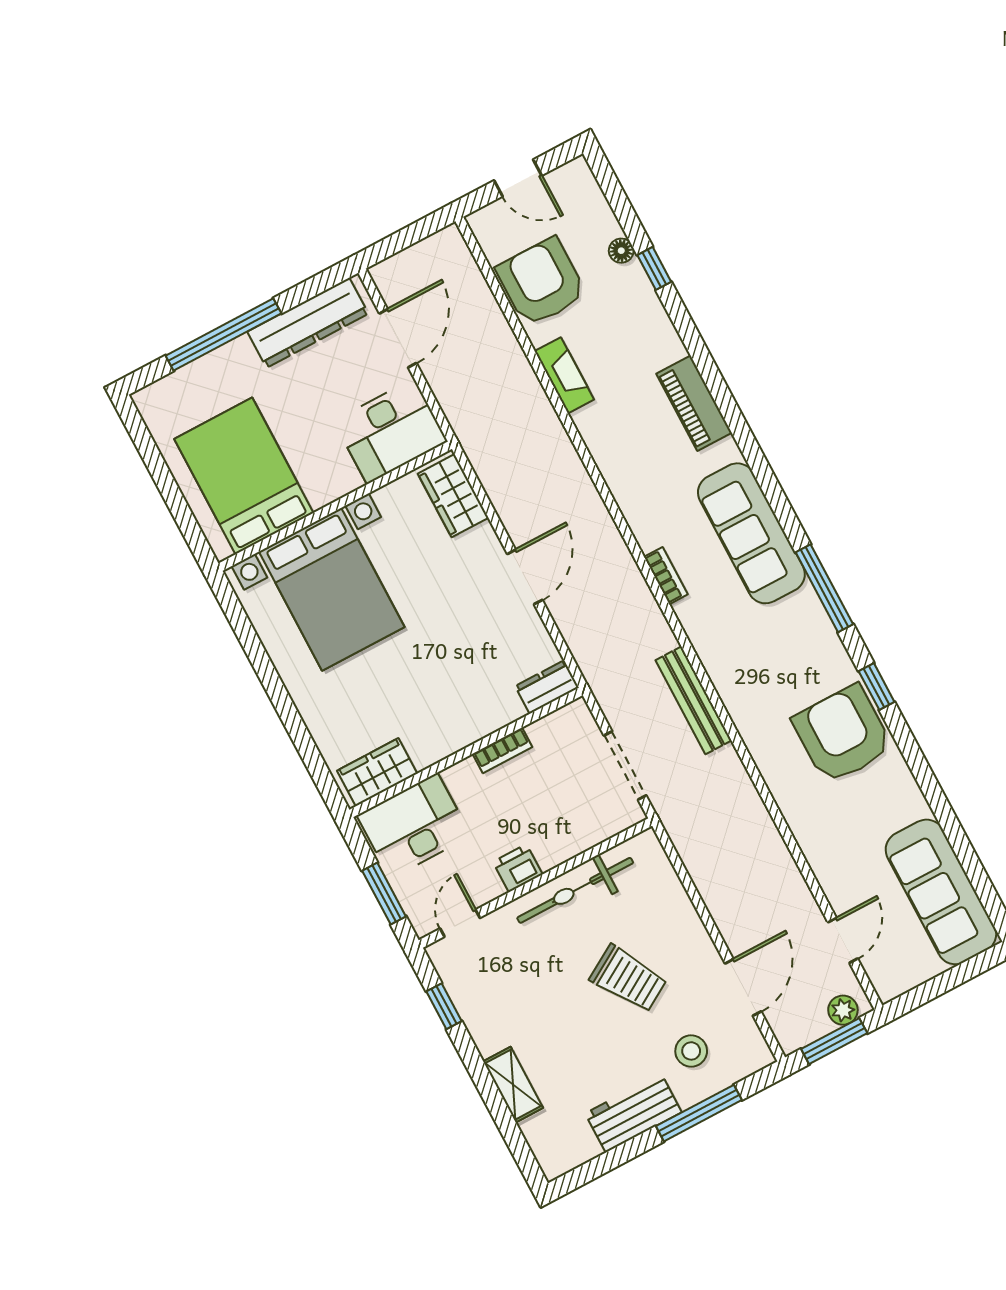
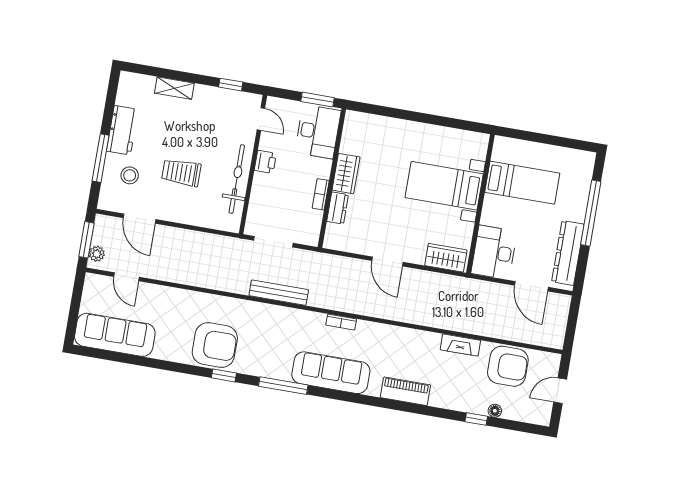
bed: (244, 476) -> (522, 183), width x0.67
bed with nightstands: (332, 589) -> (444, 186), width x0.73
dresser: (547, 687) -> (338, 208), moved
wardrobe: (377, 772) -> (346, 174), moved
window: (384, 894) -> (317, 100), moved
trolley: (628, 979) -> (181, 173), turned 31

